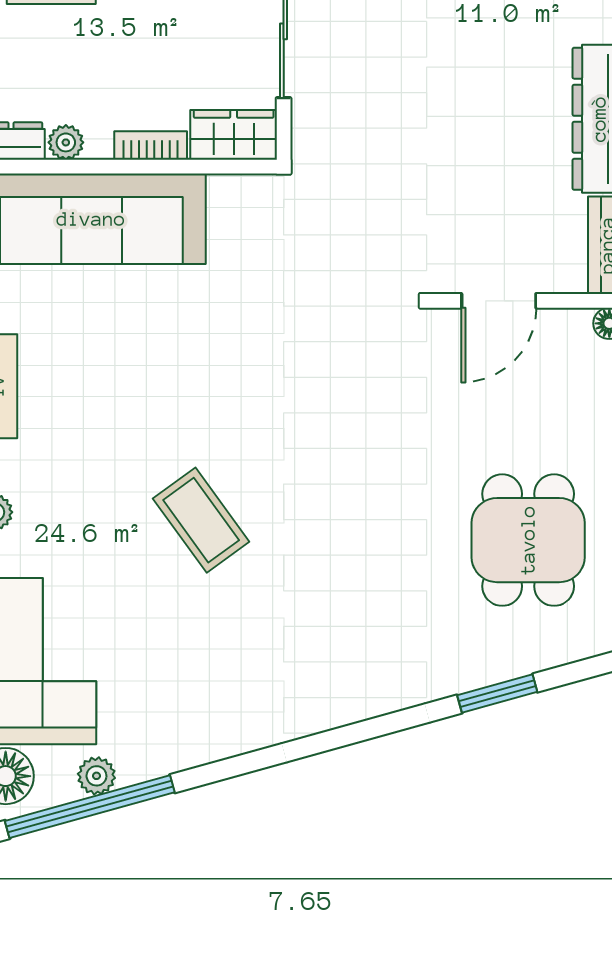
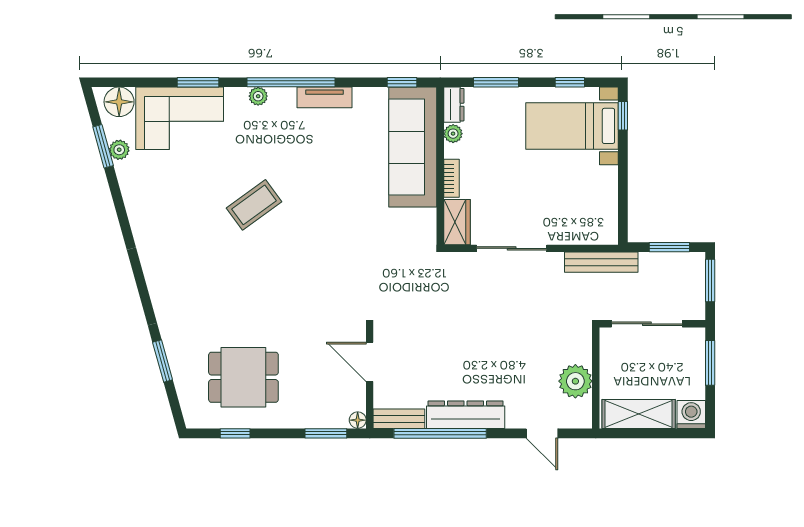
window: (90, 807) -> (103, 146), width x0.47

